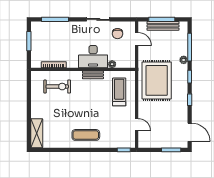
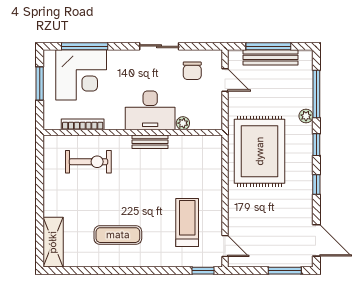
corner desk: (53, 36) -> (81, 75), added
treadmill: (119, 92) -> (187, 223), moved
door: (137, 125) -> (225, 246), moved
exercise mat: (86, 135) -> (118, 235), moved

